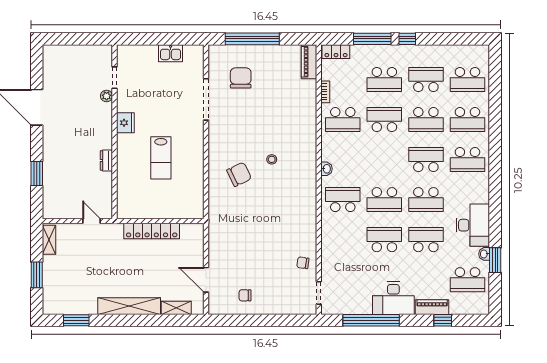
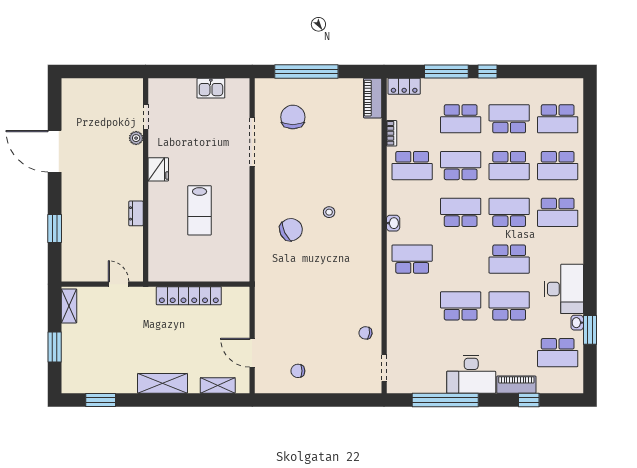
school desk: (384, 200) -> (461, 212), moved, turned 180
shelving: (129, 306) -> (163, 383), width x0.68

